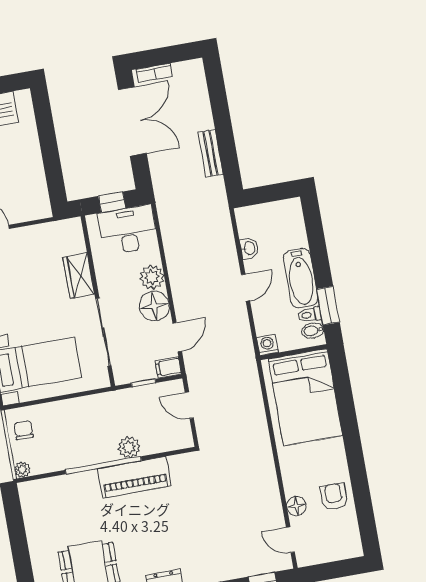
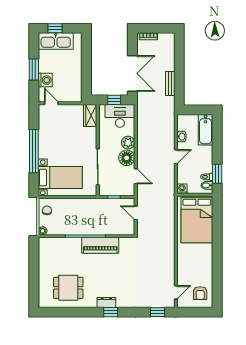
double door: (132, 121) -> (132, 73), moved
wardrobe: (79, 276) -> (90, 115), moved
bathtub: (301, 278) -> (206, 130), moved
door: (177, 337) -> (136, 176), hinge flipped
filing cabinet: (168, 367) -> (128, 191), removed
plant: (129, 447) -> (100, 229), removed
armchair: (334, 497) -> (200, 293), moved, turned 180
floor lamp: (296, 506) -> (182, 275), removed
door: (290, 540) -> (176, 292), swing flipped

